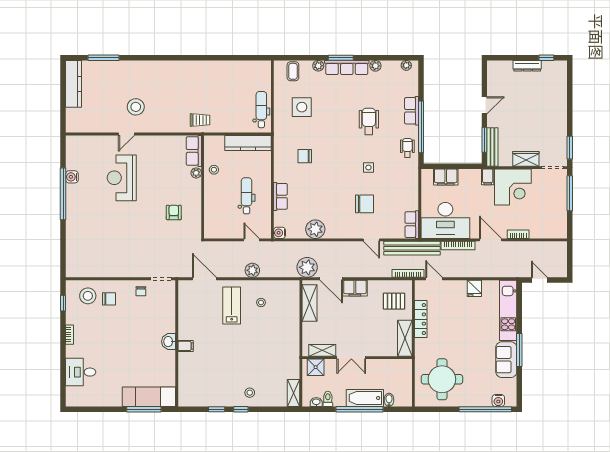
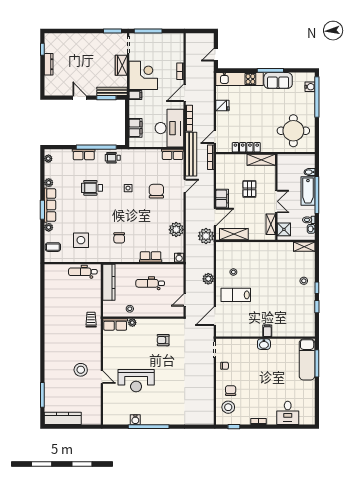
door: (252, 240) -> (185, 300), moved
pallet: (394, 301) -> (249, 189), moved

